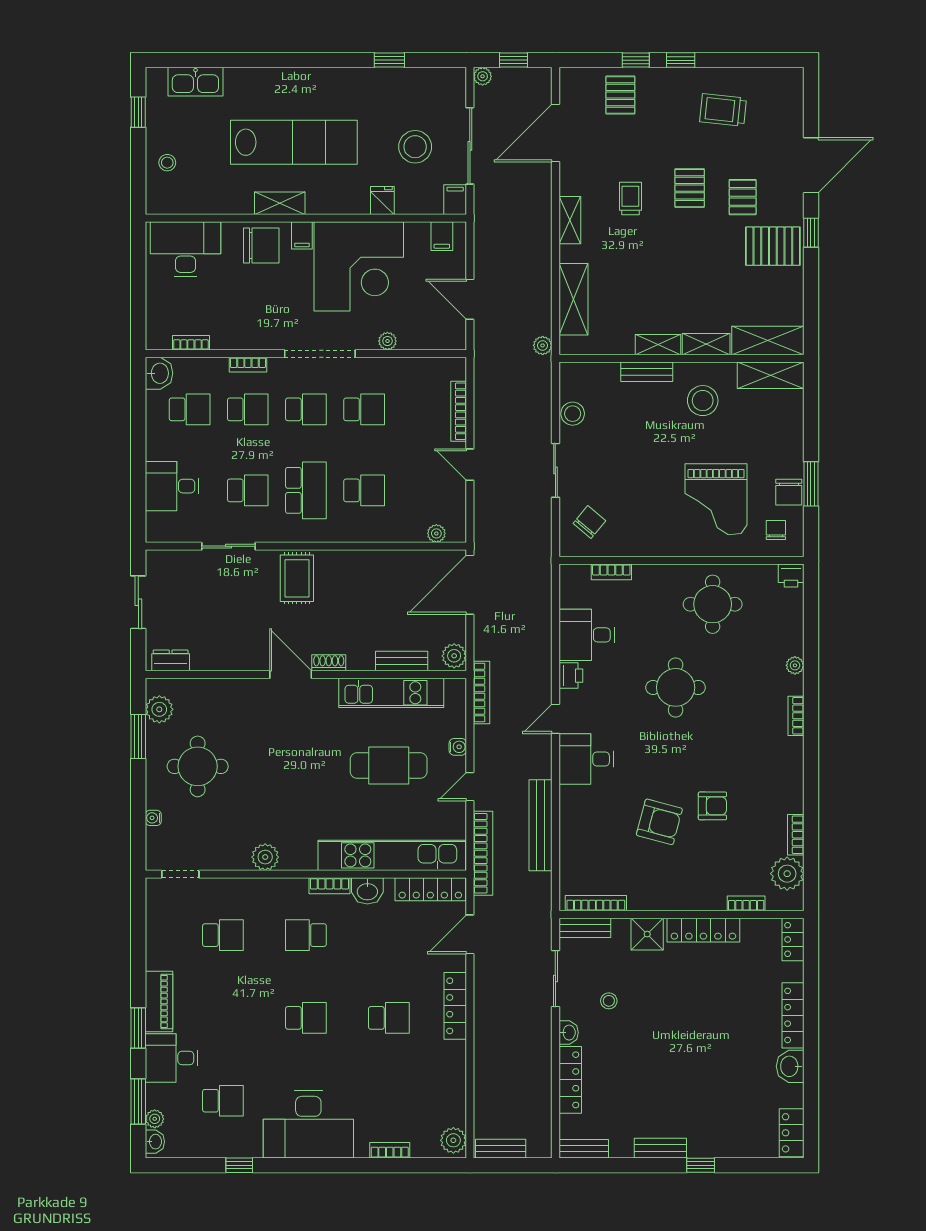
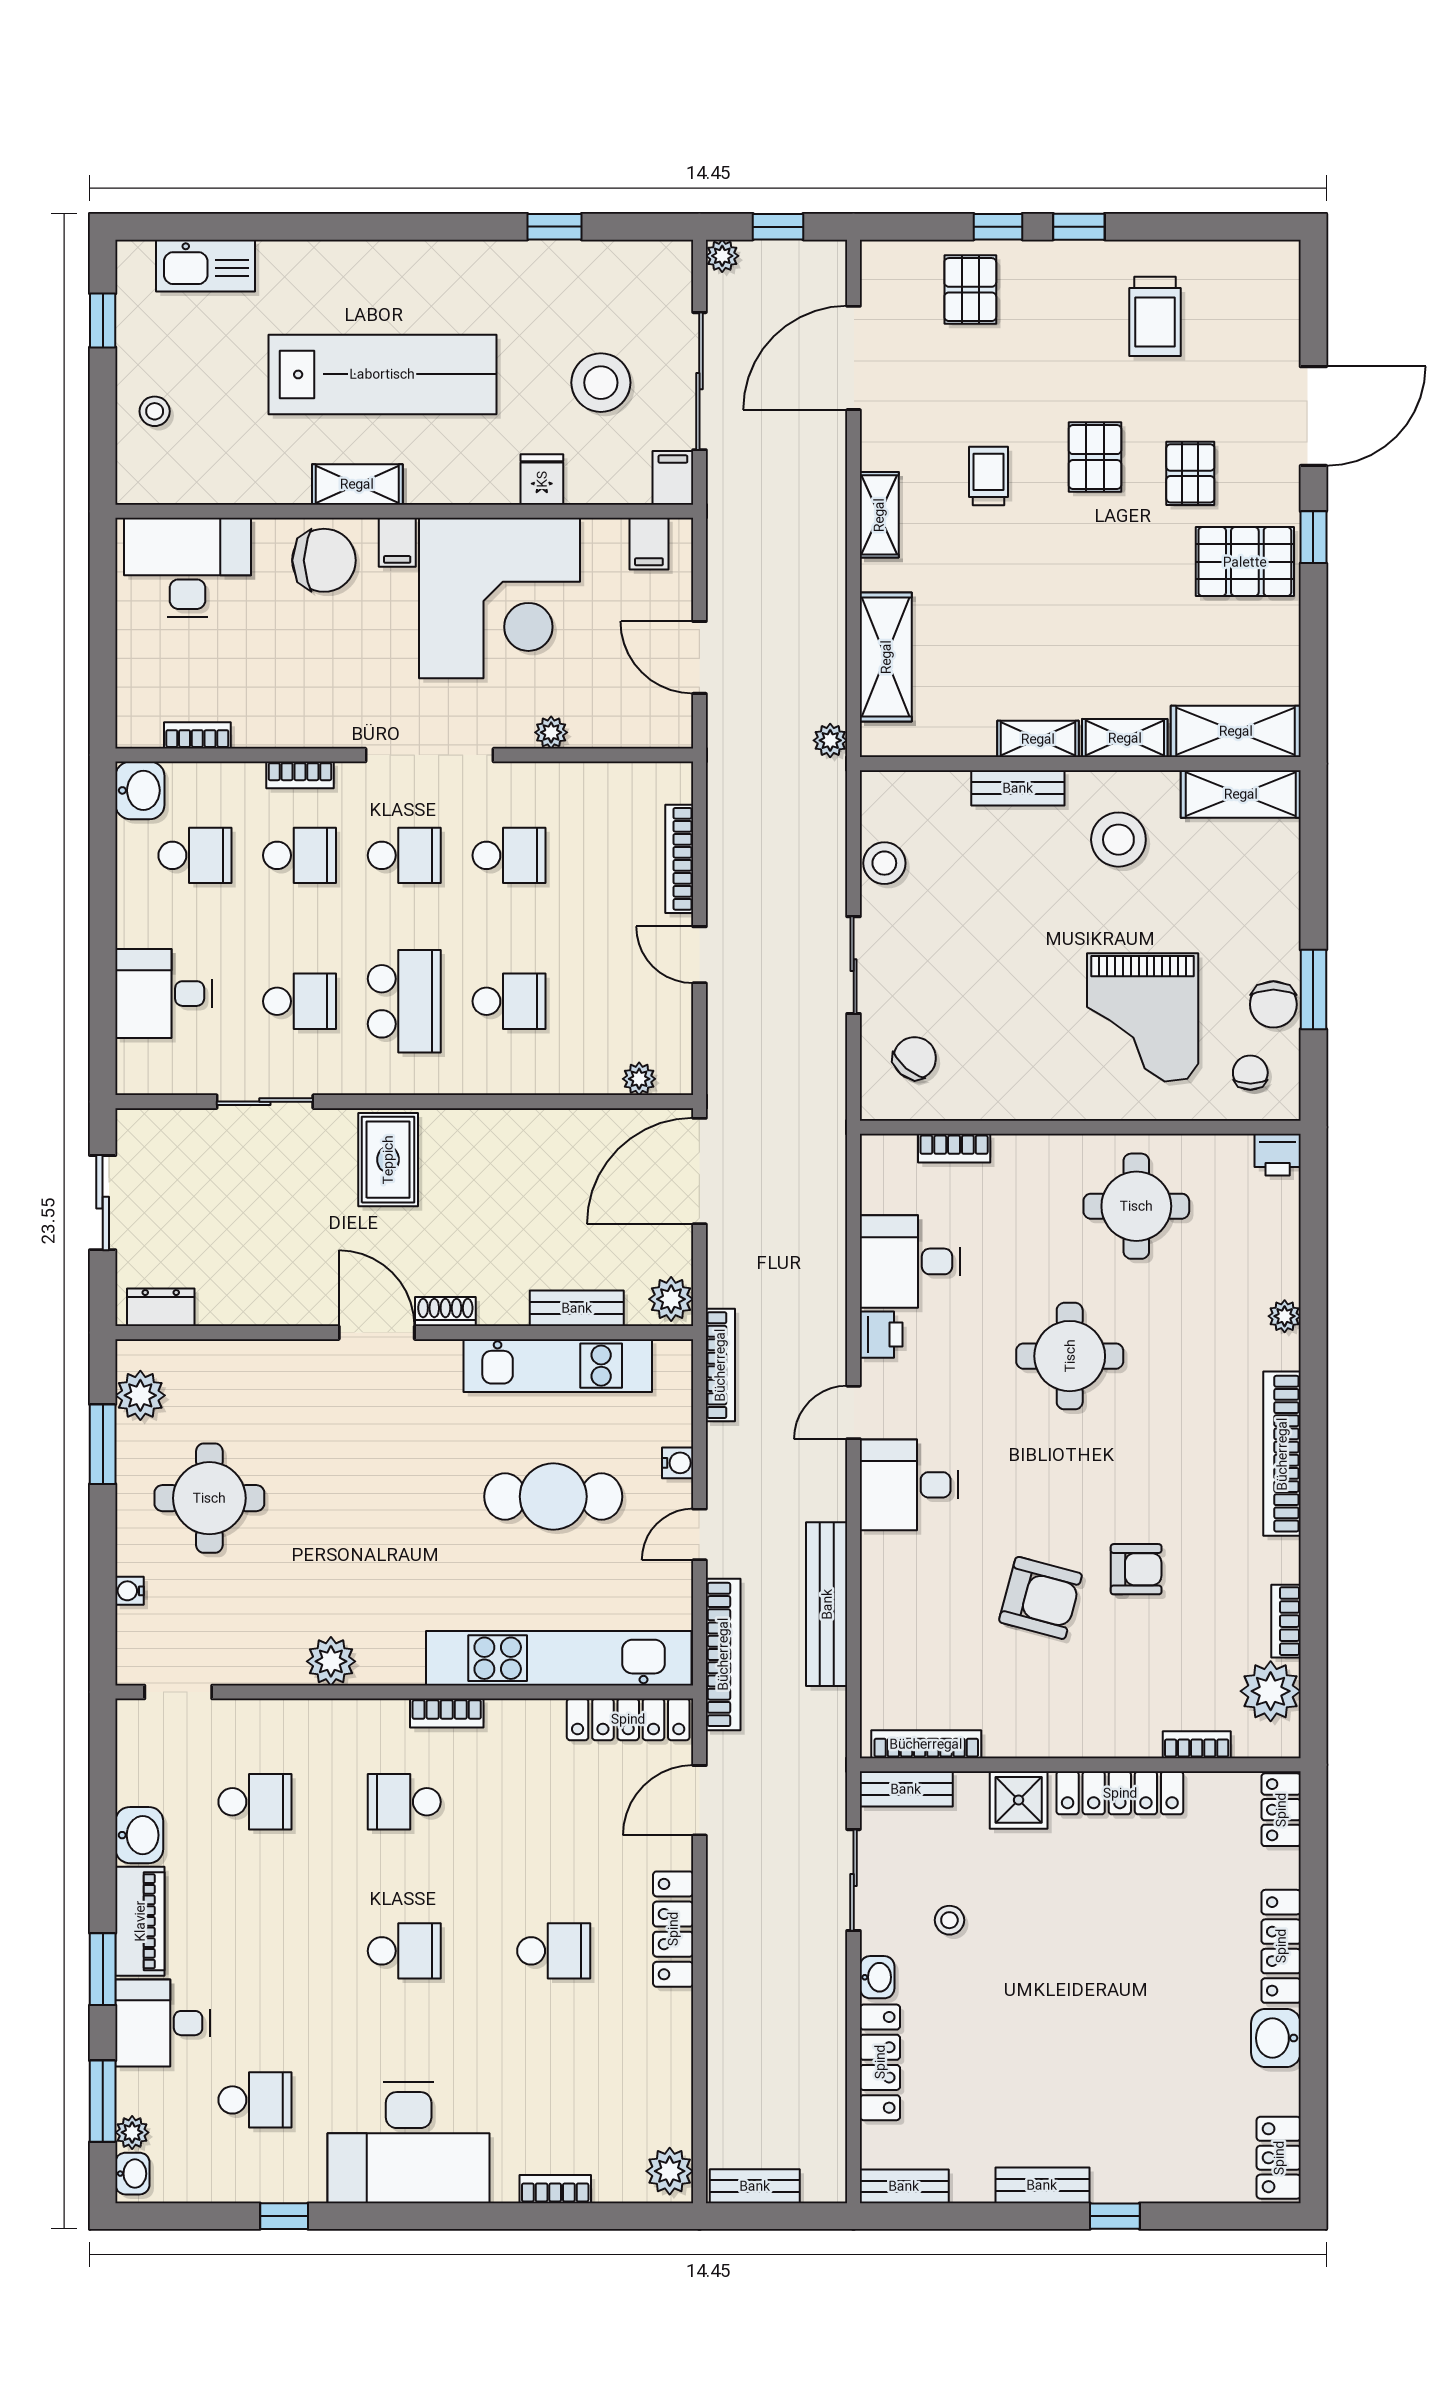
trolley: (723, 110) -> (1155, 316), turned -96
bookcase: (796, 716) -> (1282, 1454), width x2.31, depth x1.31
washbasin: (367, 891) -> (139, 1835), moved, turned -90

